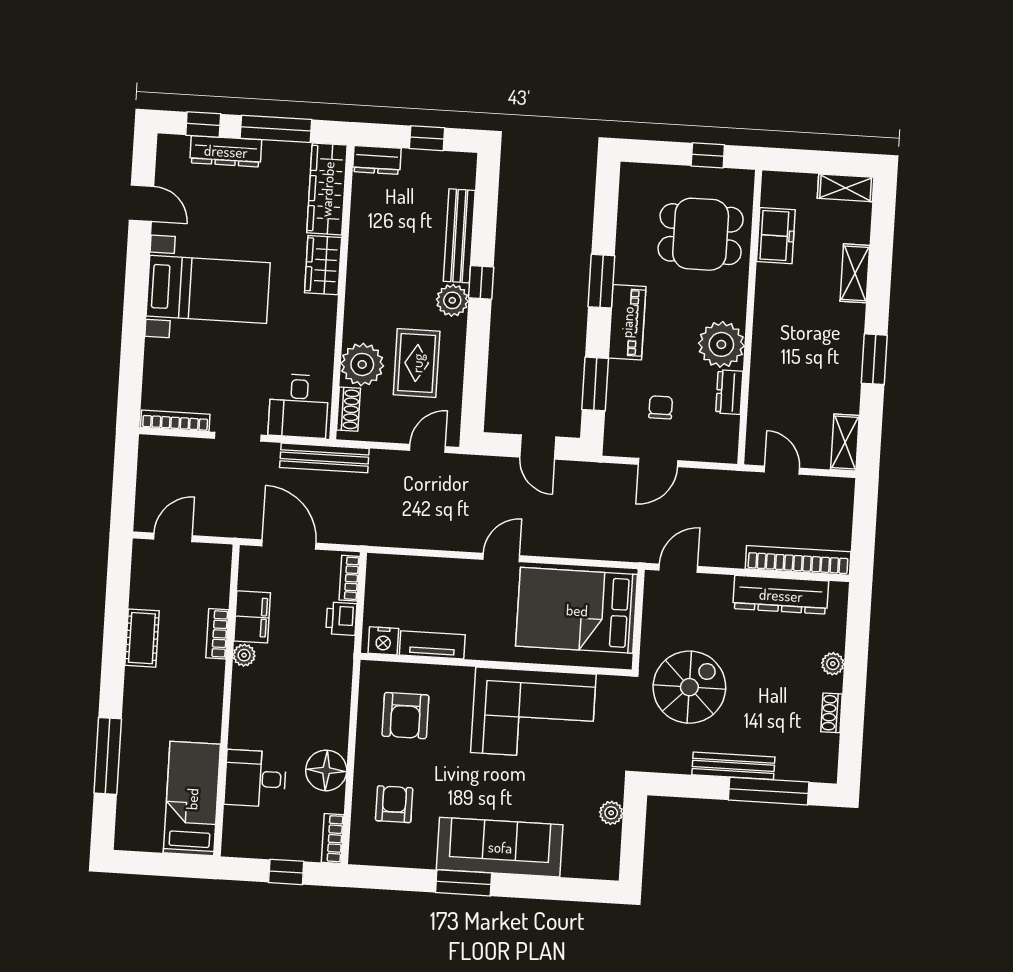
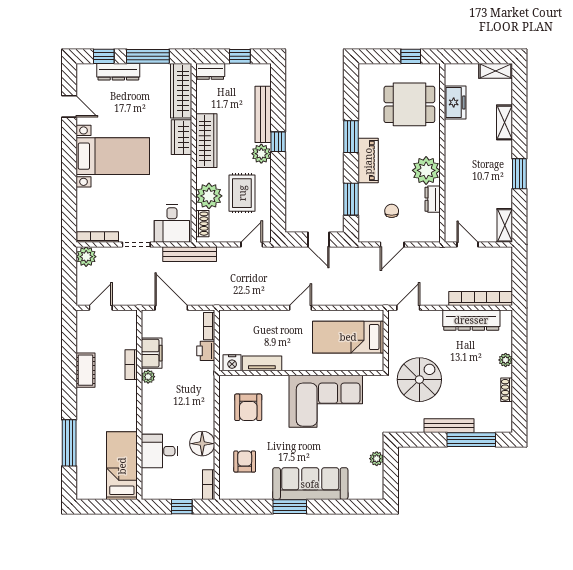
wardrobe: (364, 273) -> (206, 141), added
plant: (154, 452) -> (86, 257), added
bed: (577, 610) -> (348, 337), width x0.67

